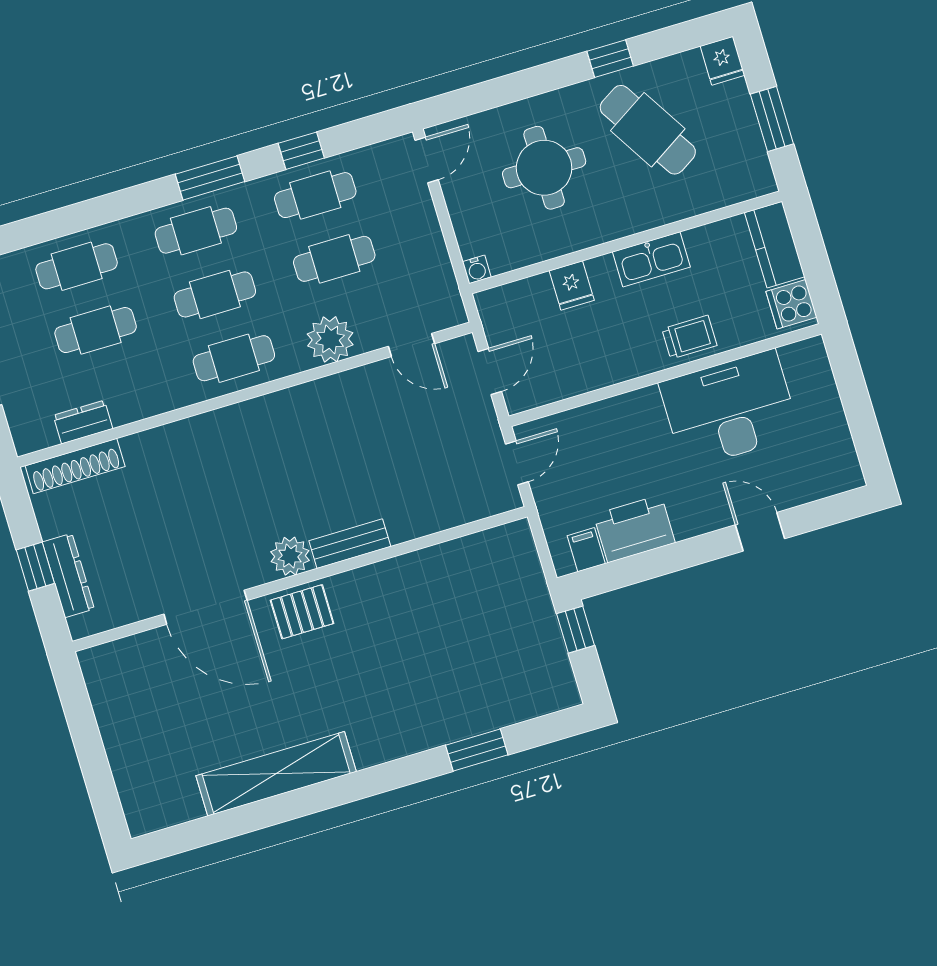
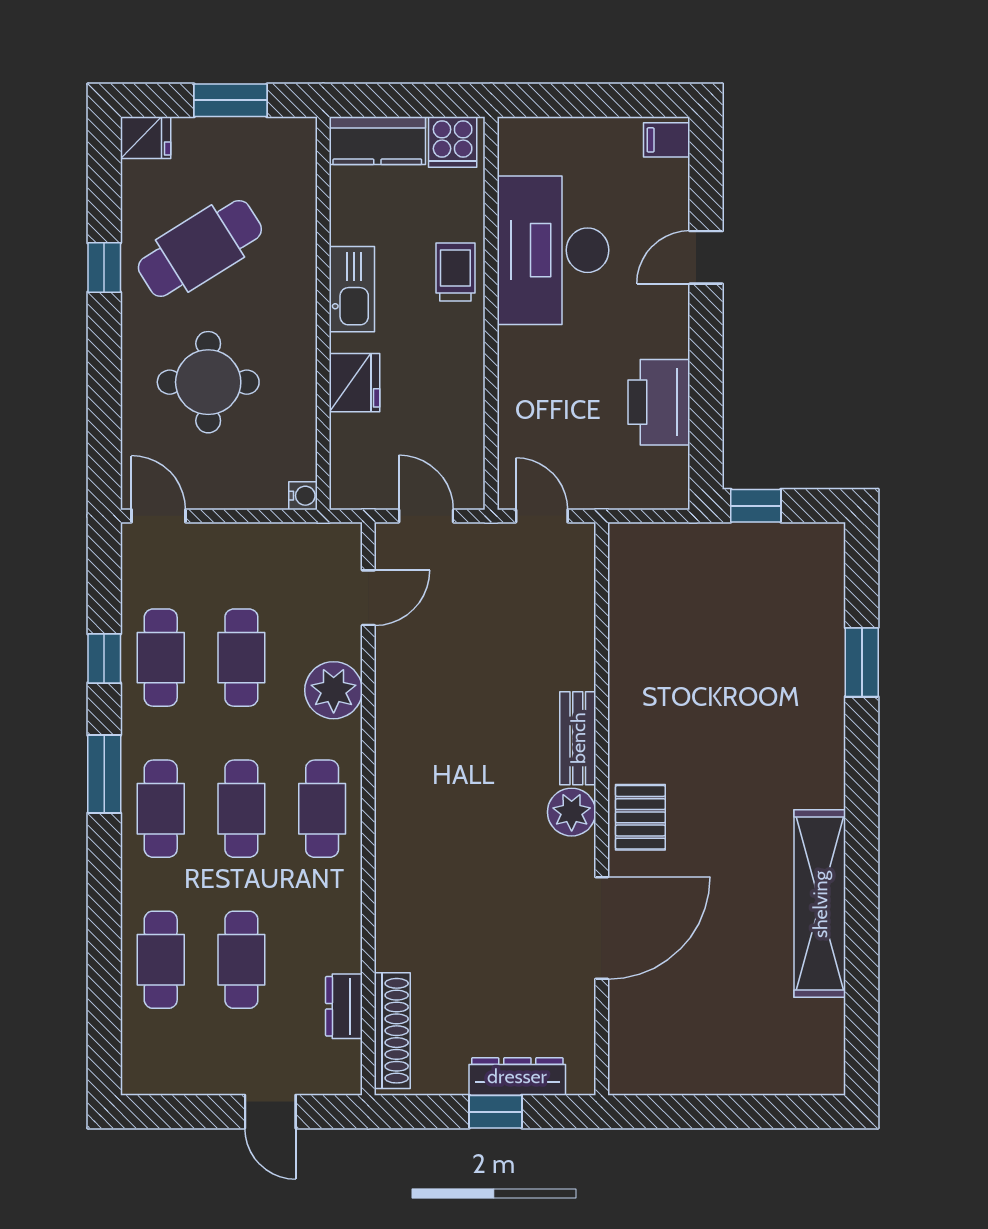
fridge: (572, 285) -> (355, 383), width x1.38
filing cabinet: (586, 550) -> (667, 140), moved

